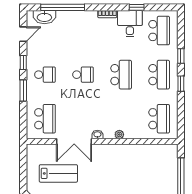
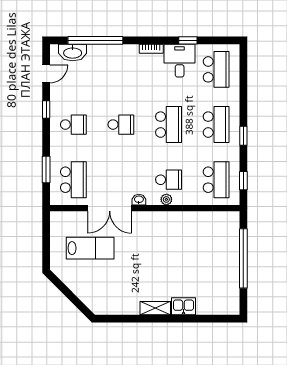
window: (181, 56) -> (243, 181), moved
window: (23, 90) -> (46, 169), moved
school desk: (121, 119) -> (168, 180), added

